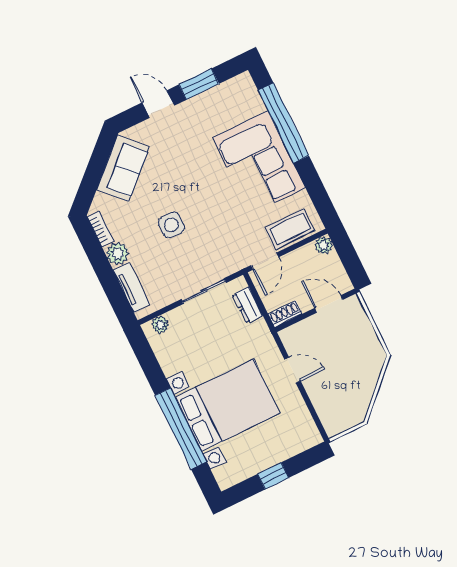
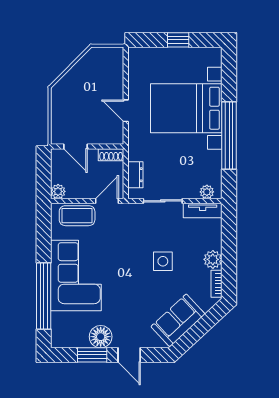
floor lamp: (199, 109) -> (101, 337), added
tv unit: (132, 287) -> (203, 210), moved, turned -90
window: (181, 429) -> (229, 136), moved

